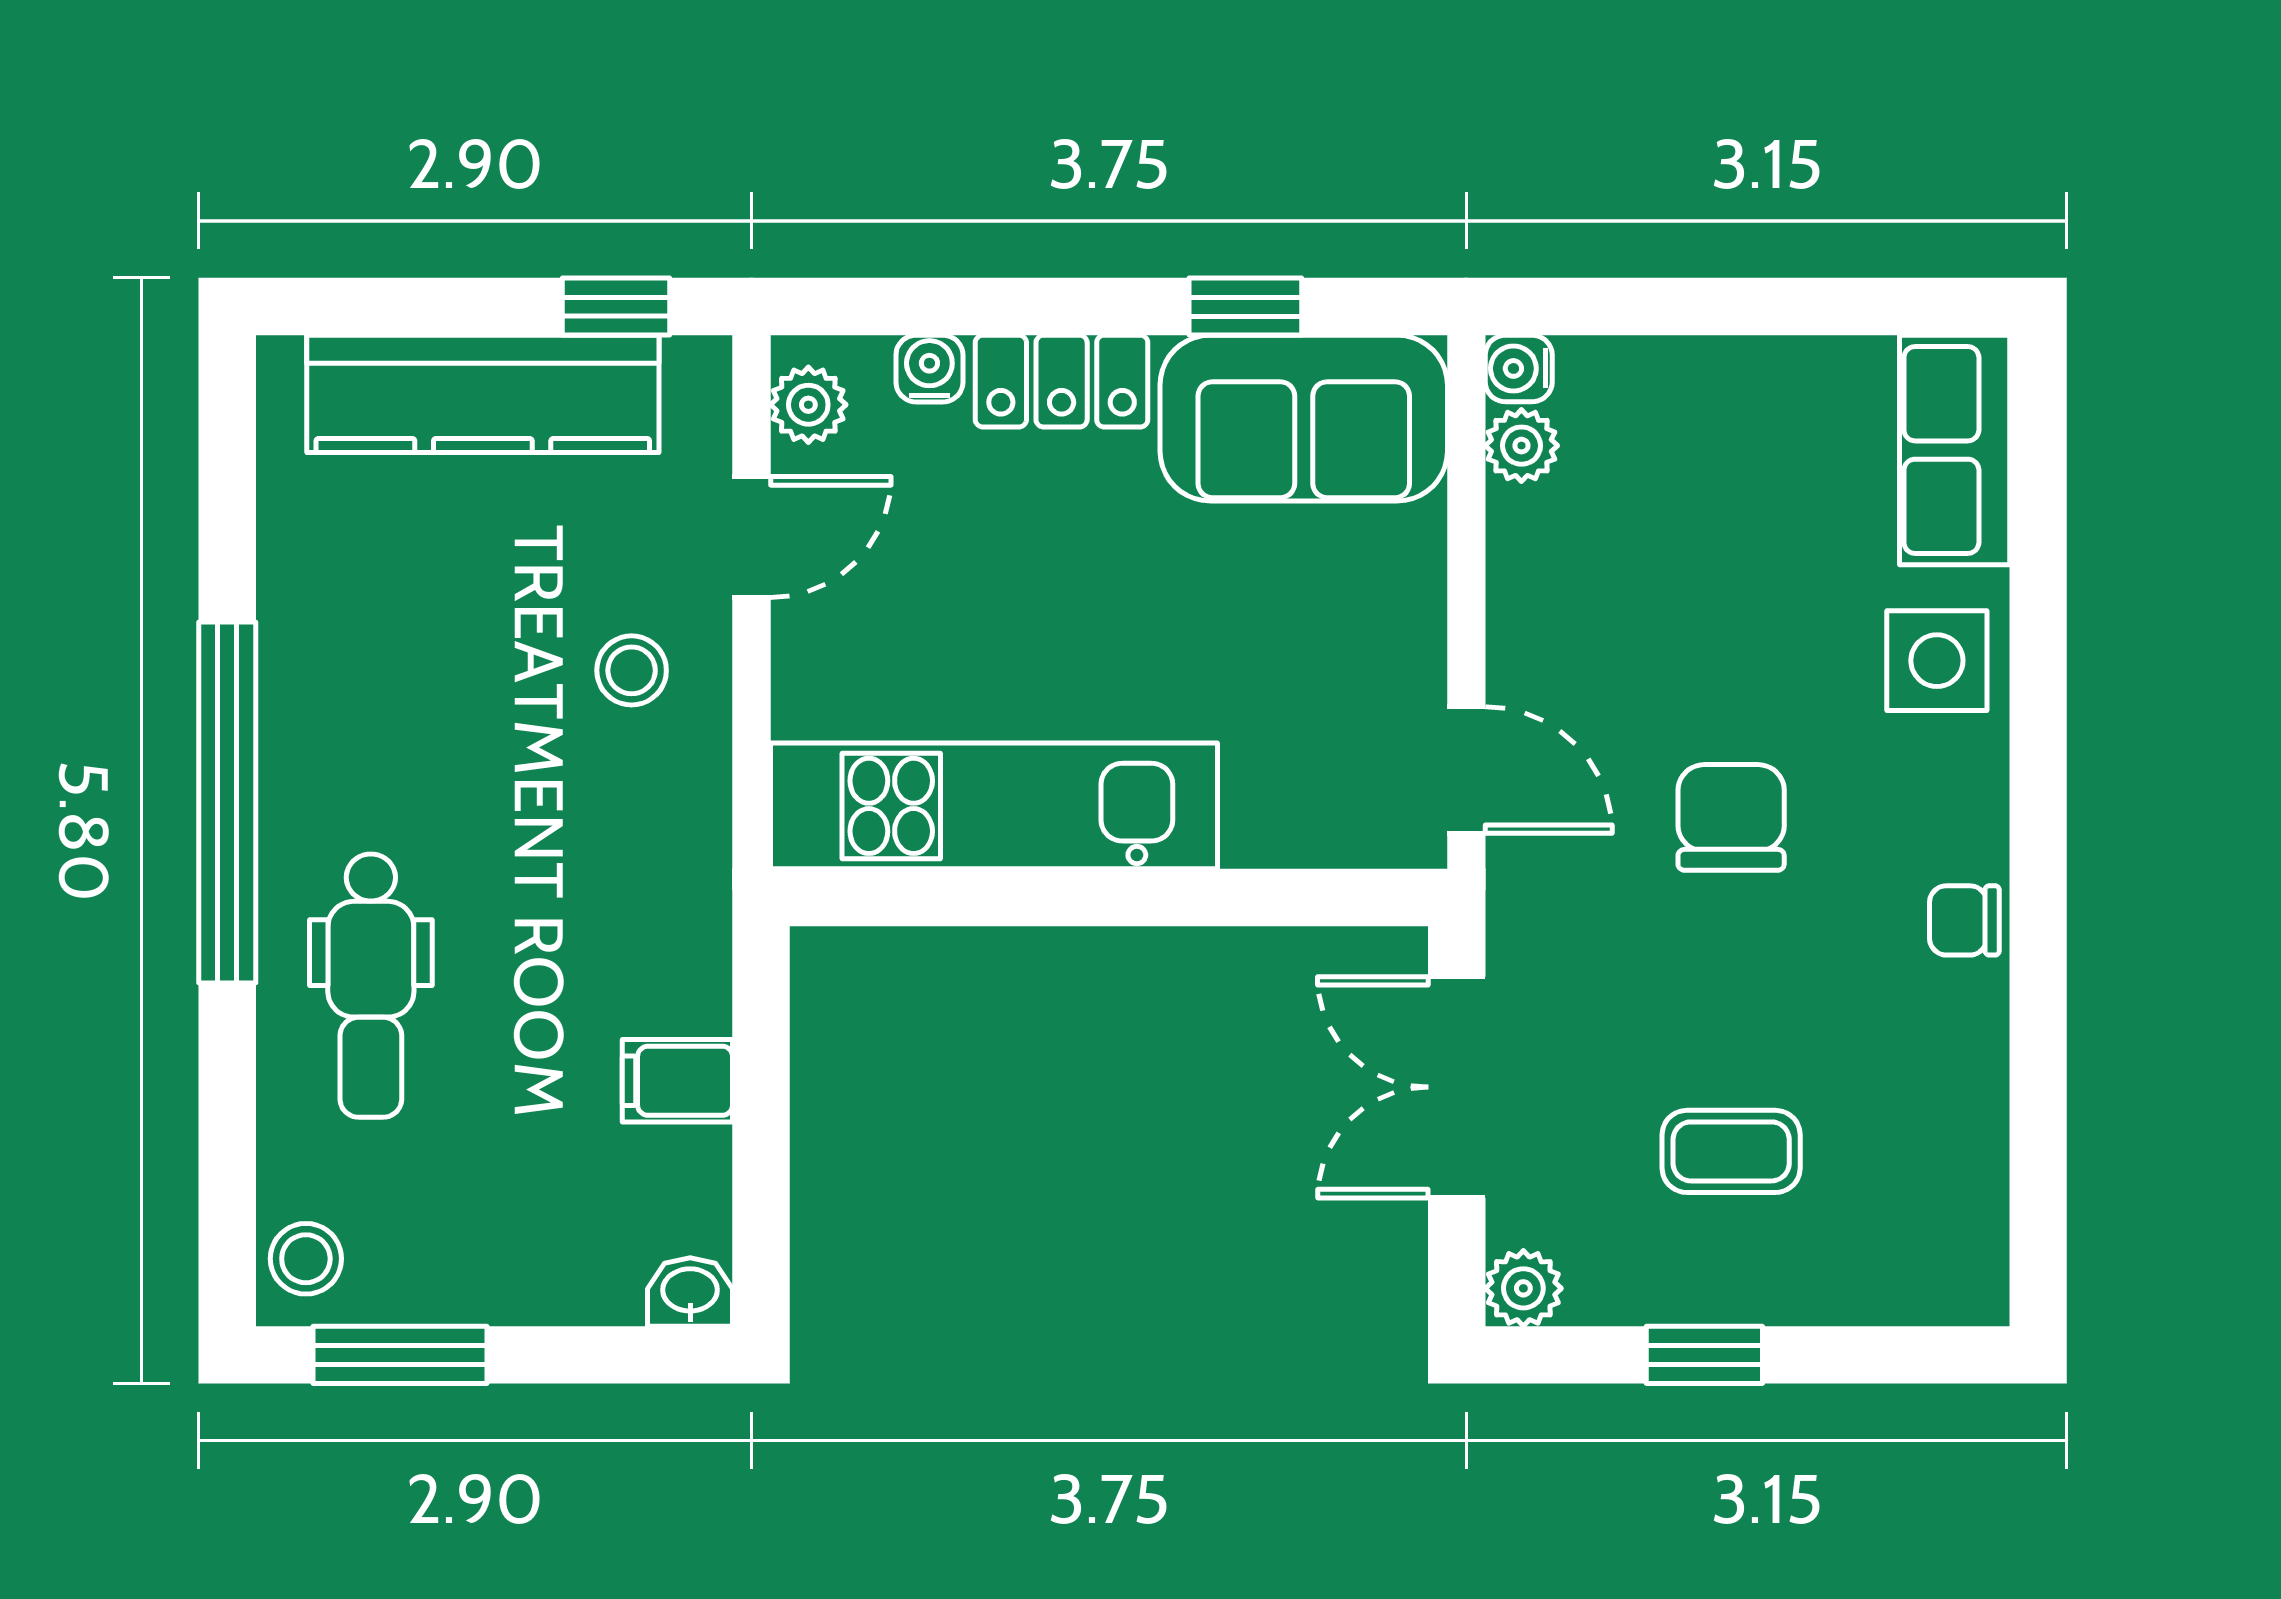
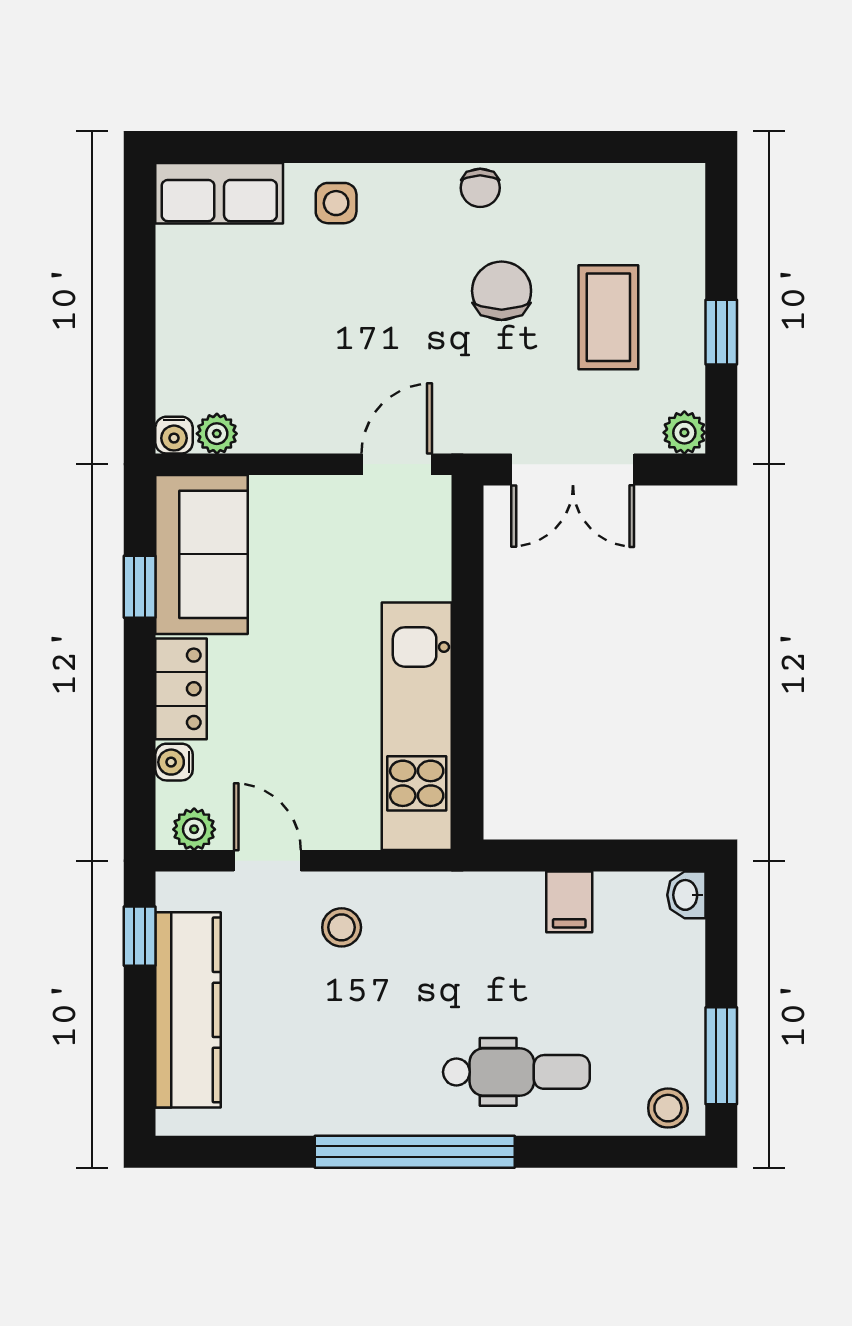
side table: (1937, 661) -> (336, 203), width x0.73, depth x0.73
chair: (1731, 817) -> (502, 291), moved, turned 90
coffee table: (1731, 1151) -> (608, 317), width x1.36, depth x1.30

